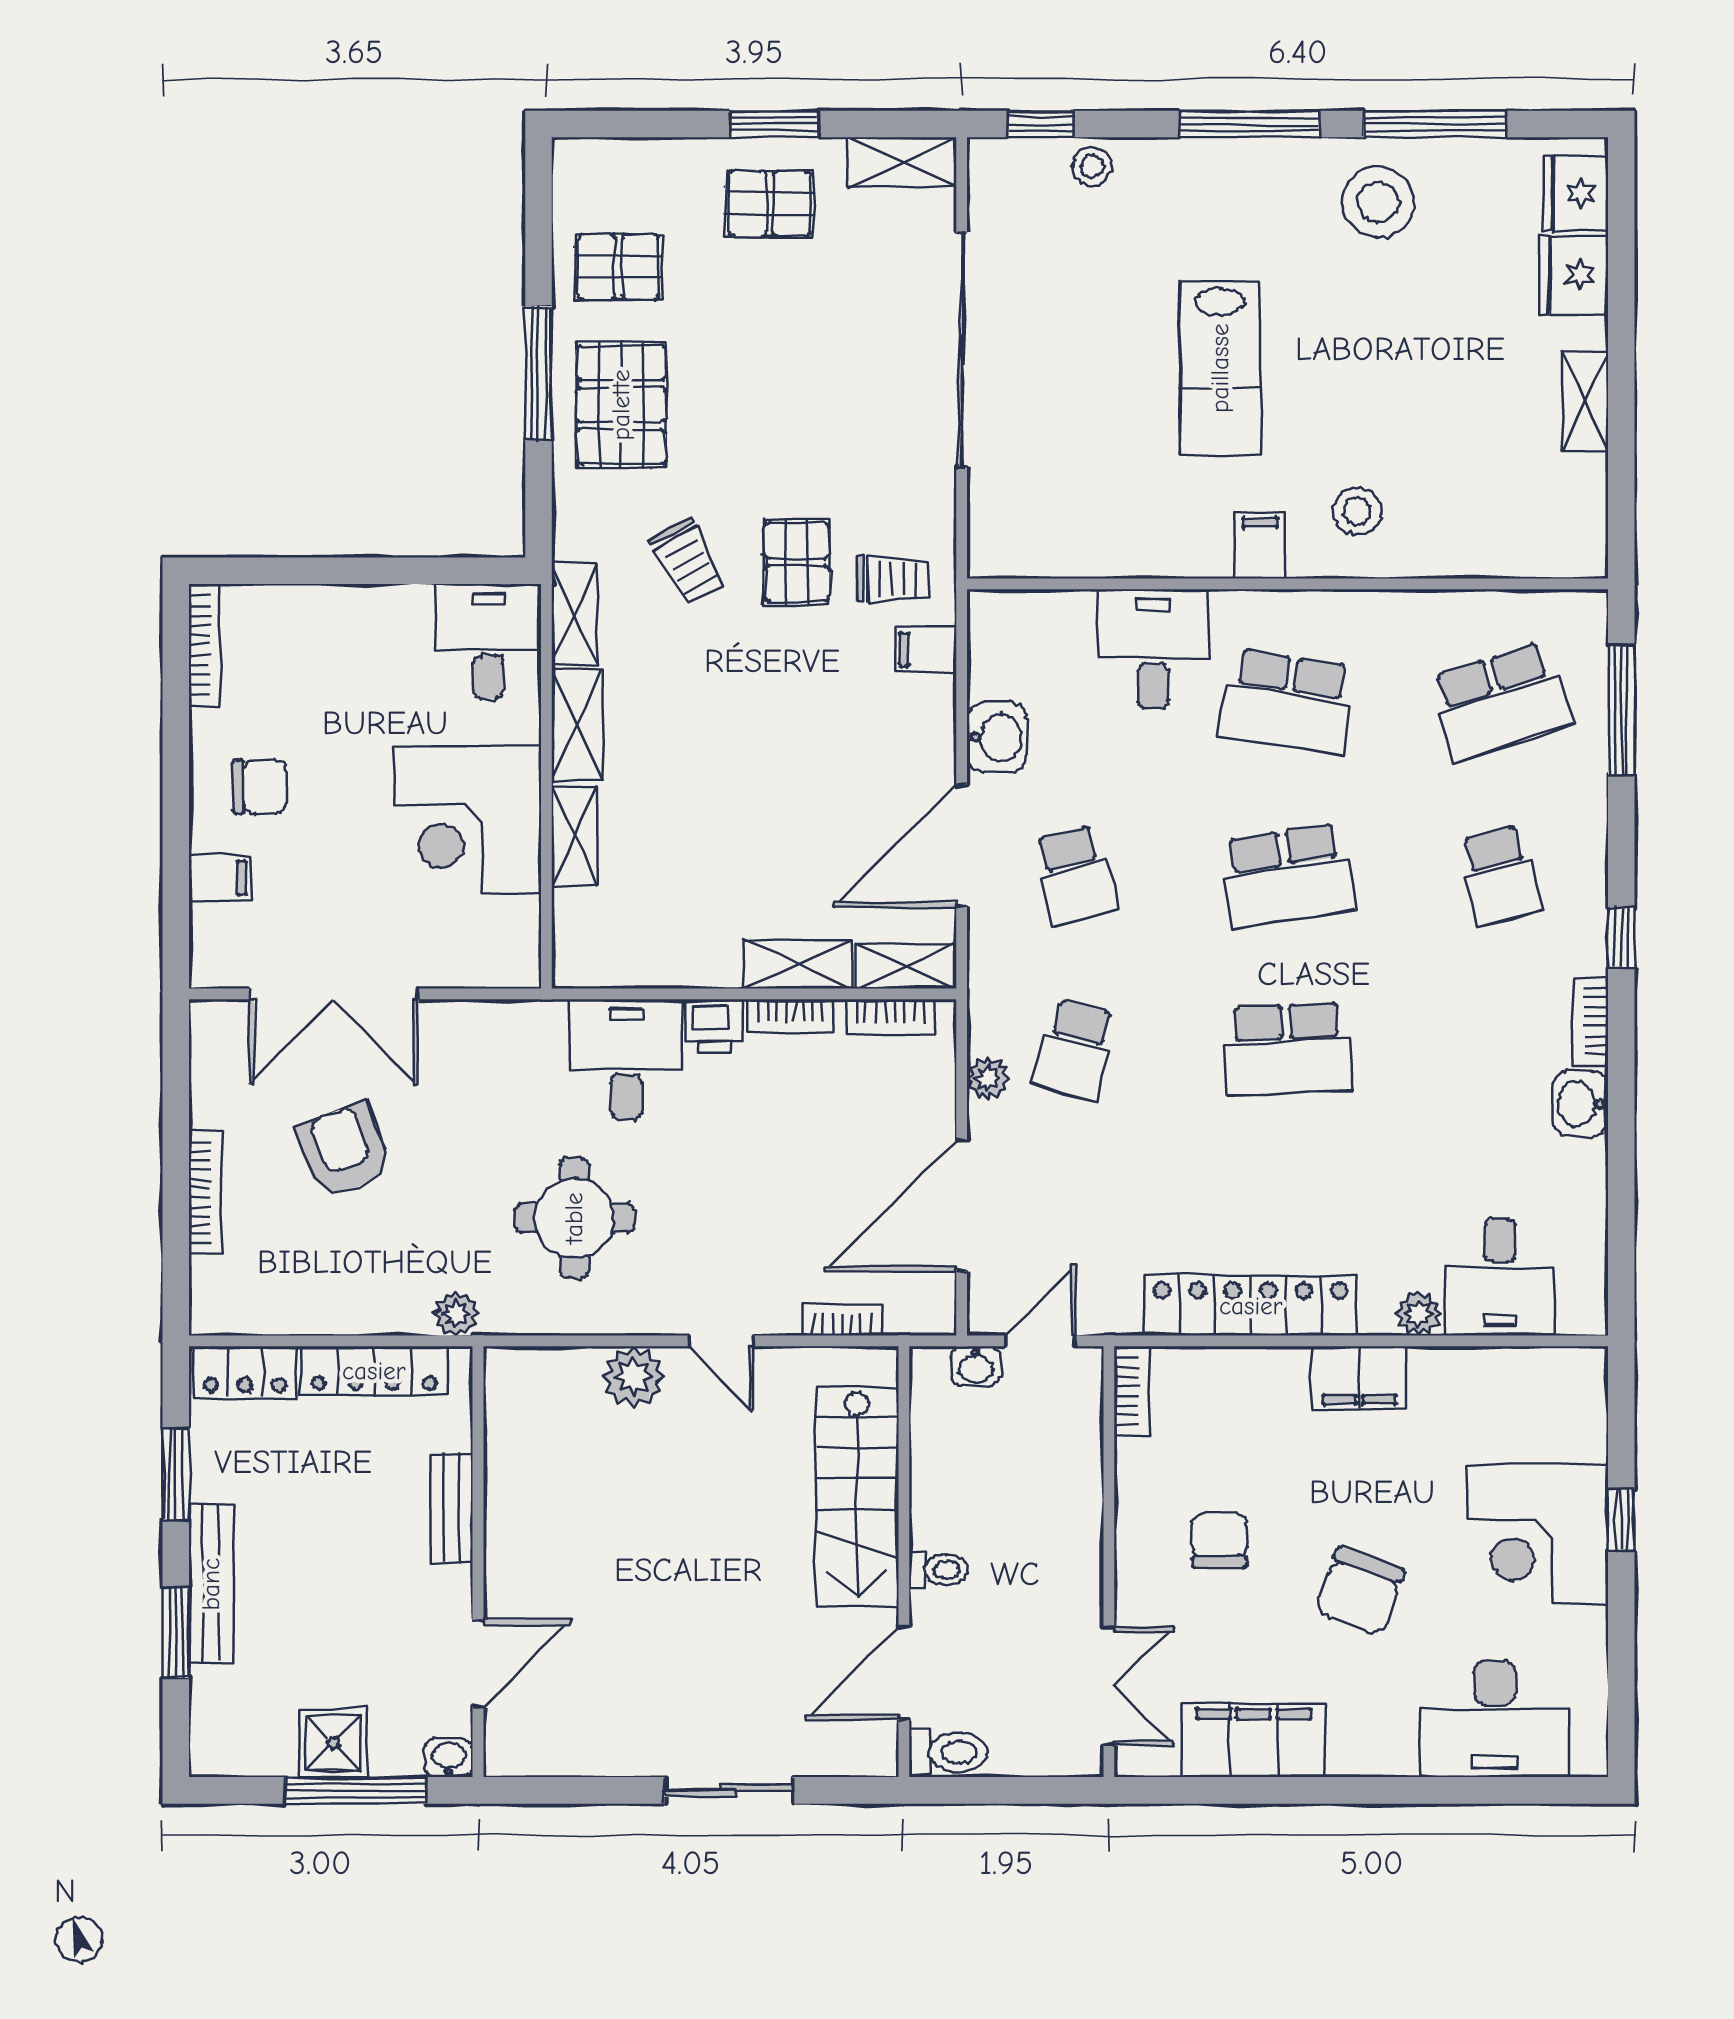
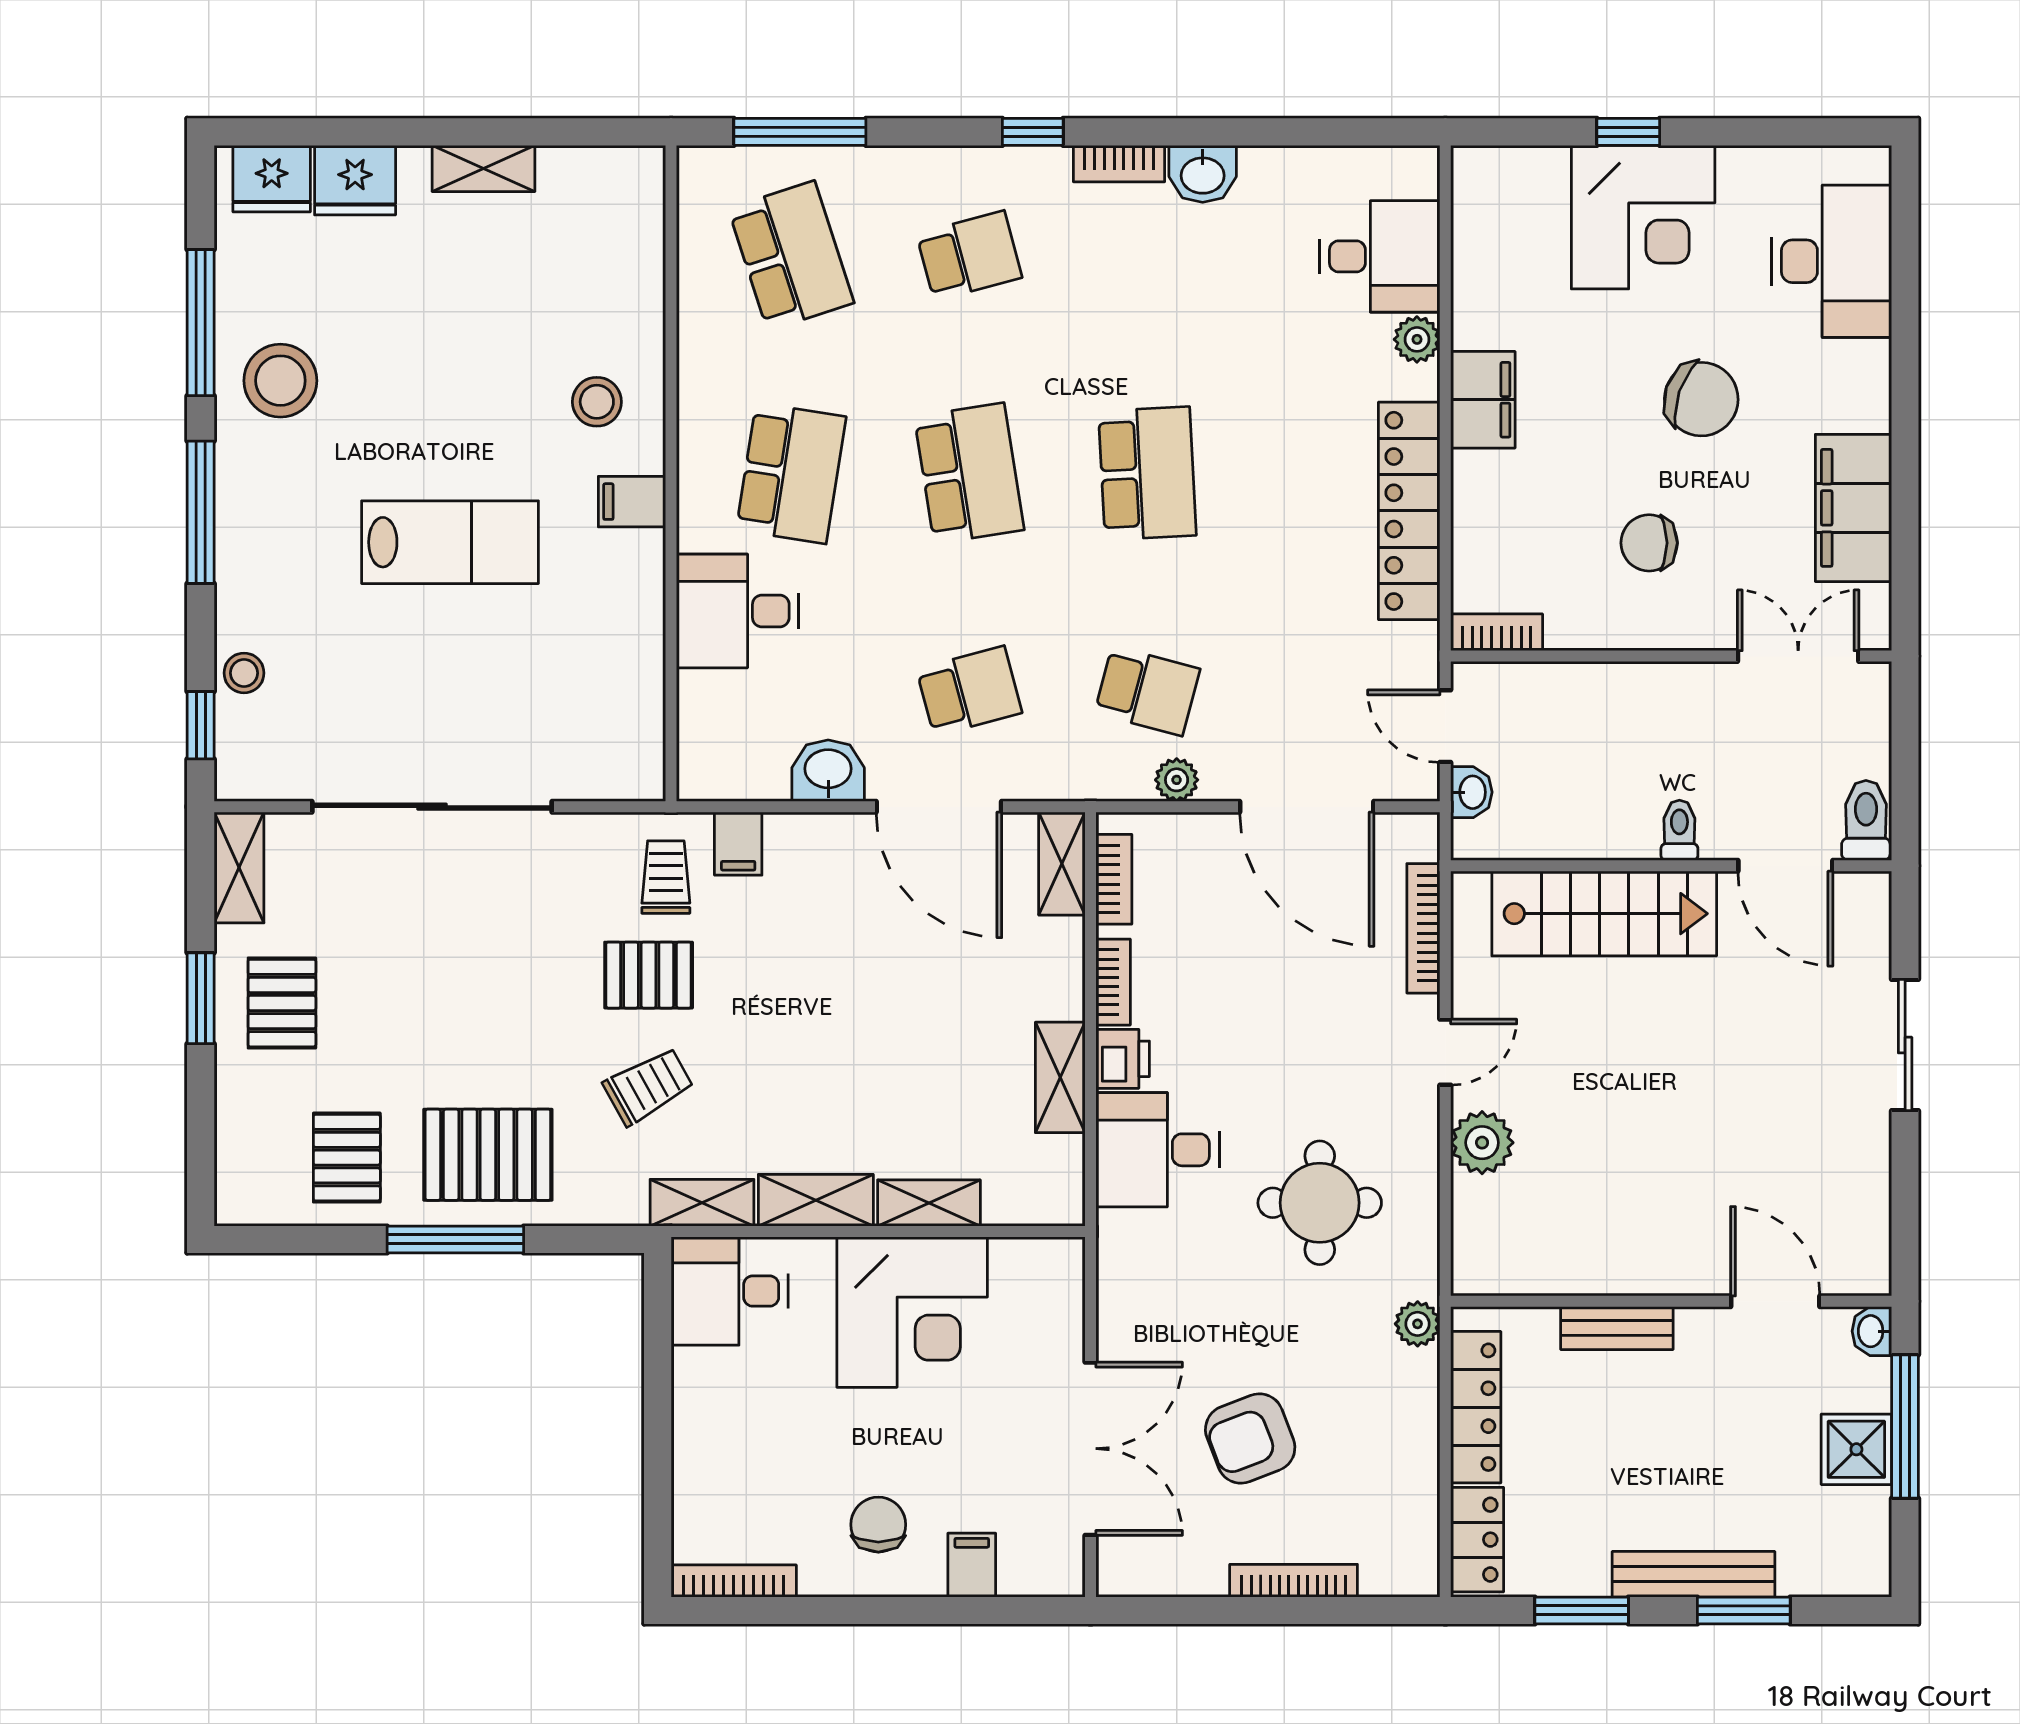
shelving: (797, 964) -> (1060, 1077), moved
bookcase: (843, 1319) -> (1423, 928), width x1.56

